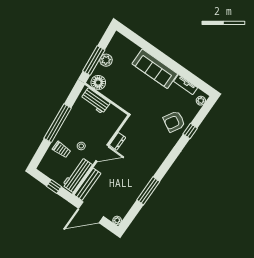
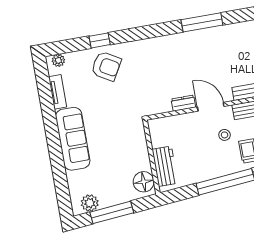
window: (94, 60) -> (112, 212), moved
plant: (106, 60) -> (90, 203), moved

